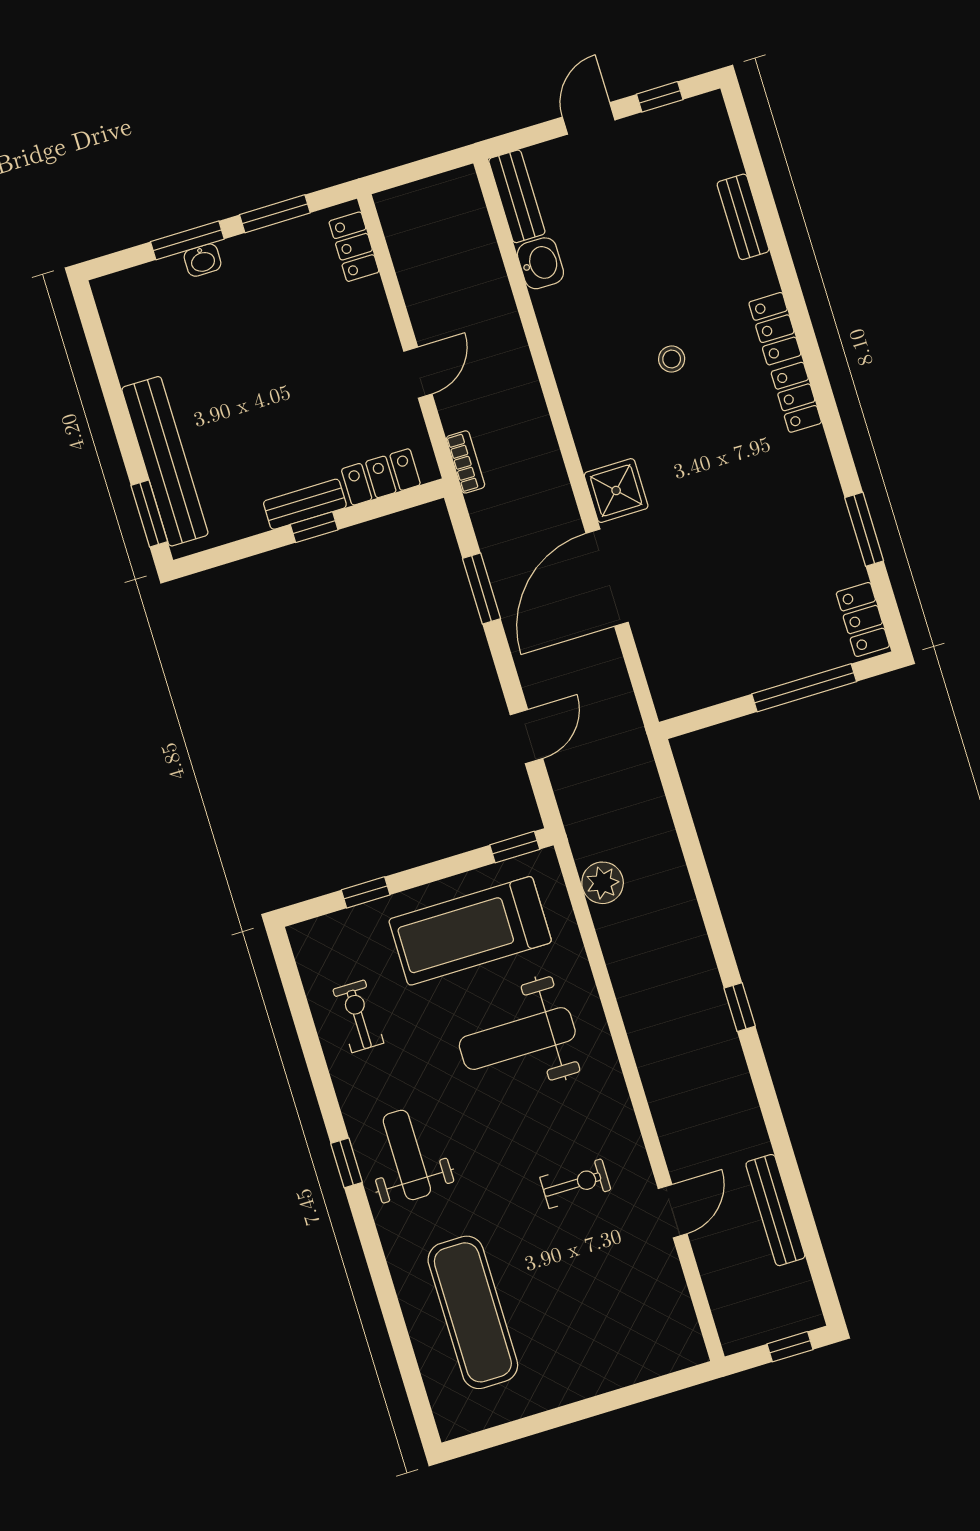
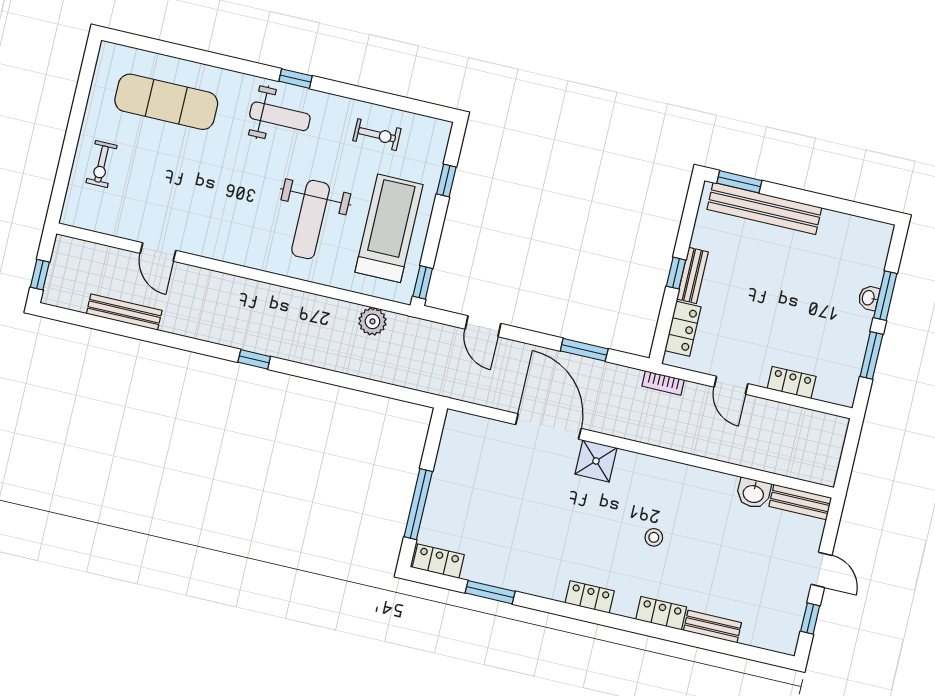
locker: (354, 247) -> (792, 382), moved
locker: (775, 329) -> (661, 613), moved
weight bench: (517, 1039) -> (311, 220), turned 180
exercise bike: (575, 1184) -> (101, 164), moved

